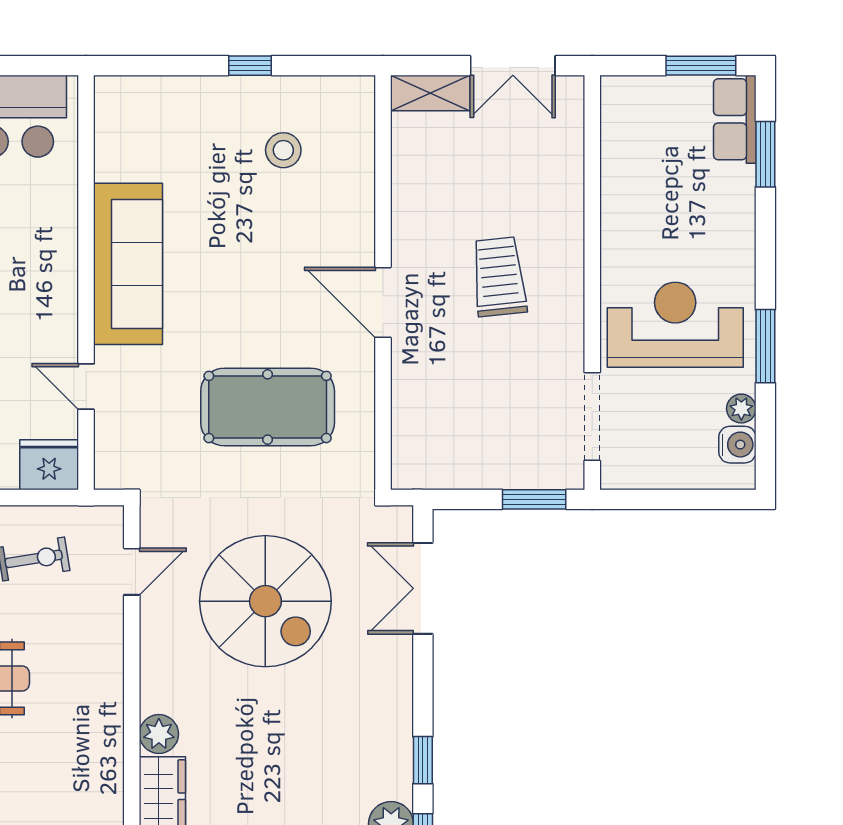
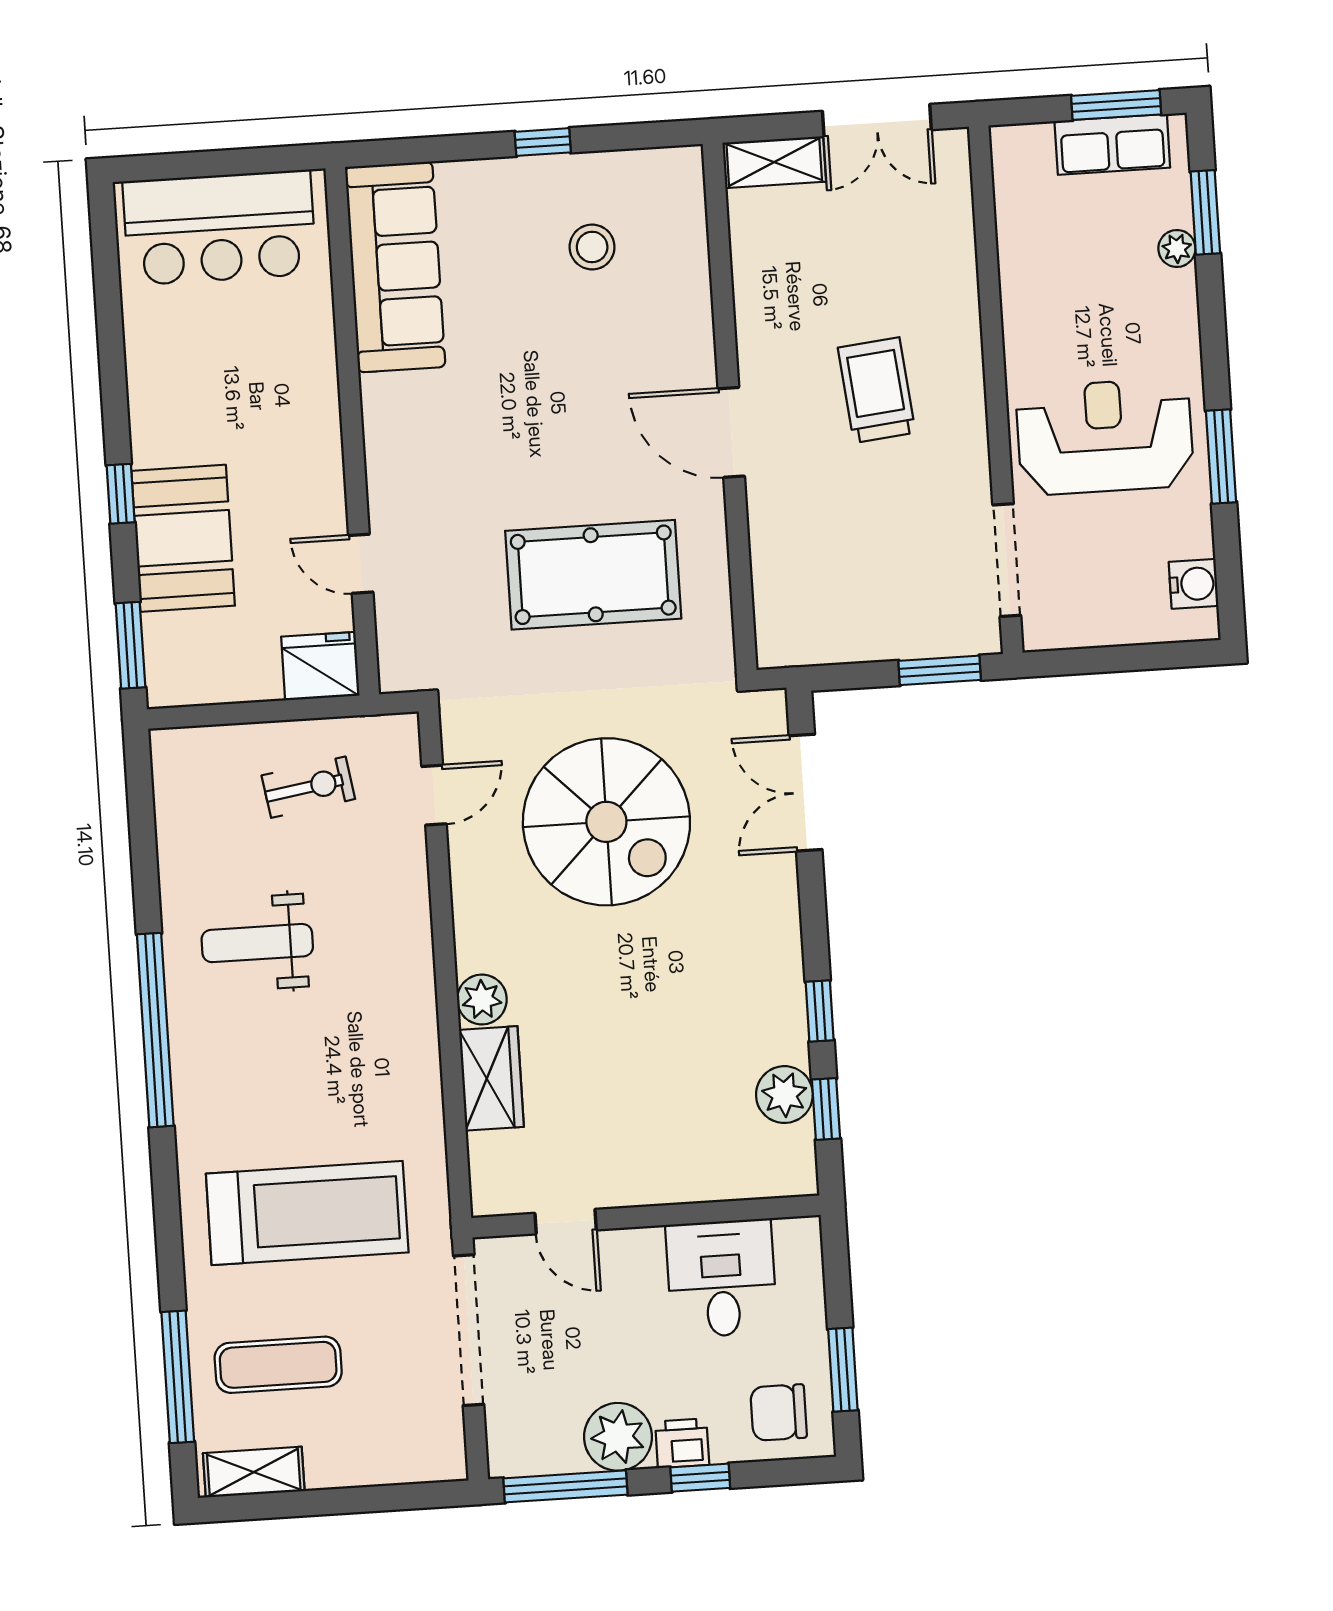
row of seats: (735, 119) -> (1112, 144), moved, turned -90
sofa: (128, 264) -> (395, 267), moved
plant: (741, 409) -> (1177, 248), moved

